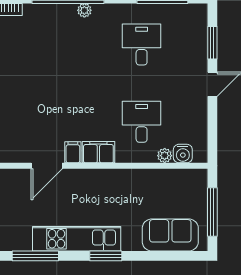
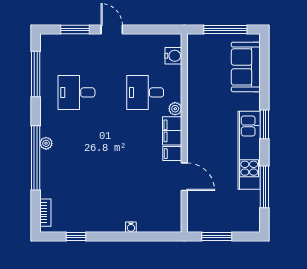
plant: (165, 156) -> (175, 109), moved

